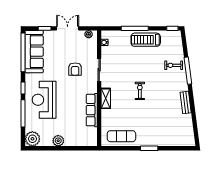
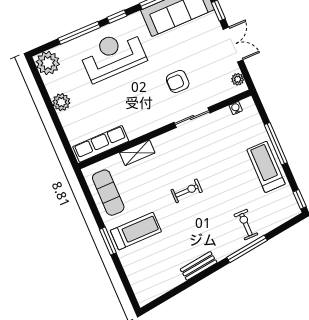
shelving: (106, 98) -> (137, 153), moved
row of seats: (92, 110) -> (101, 144), moved
treadmill: (150, 130) -> (136, 231), added

